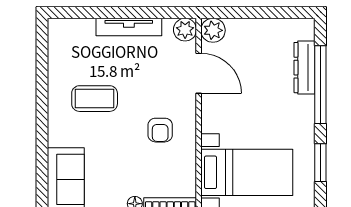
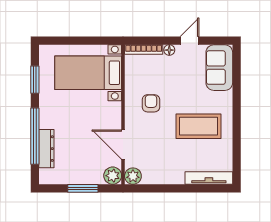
window: (254, 13) -> (83, 188), added
tv unit: (129, 27) -> (209, 178), moved
coffee table: (95, 99) -> (198, 126), width x1.36, depth x1.32

